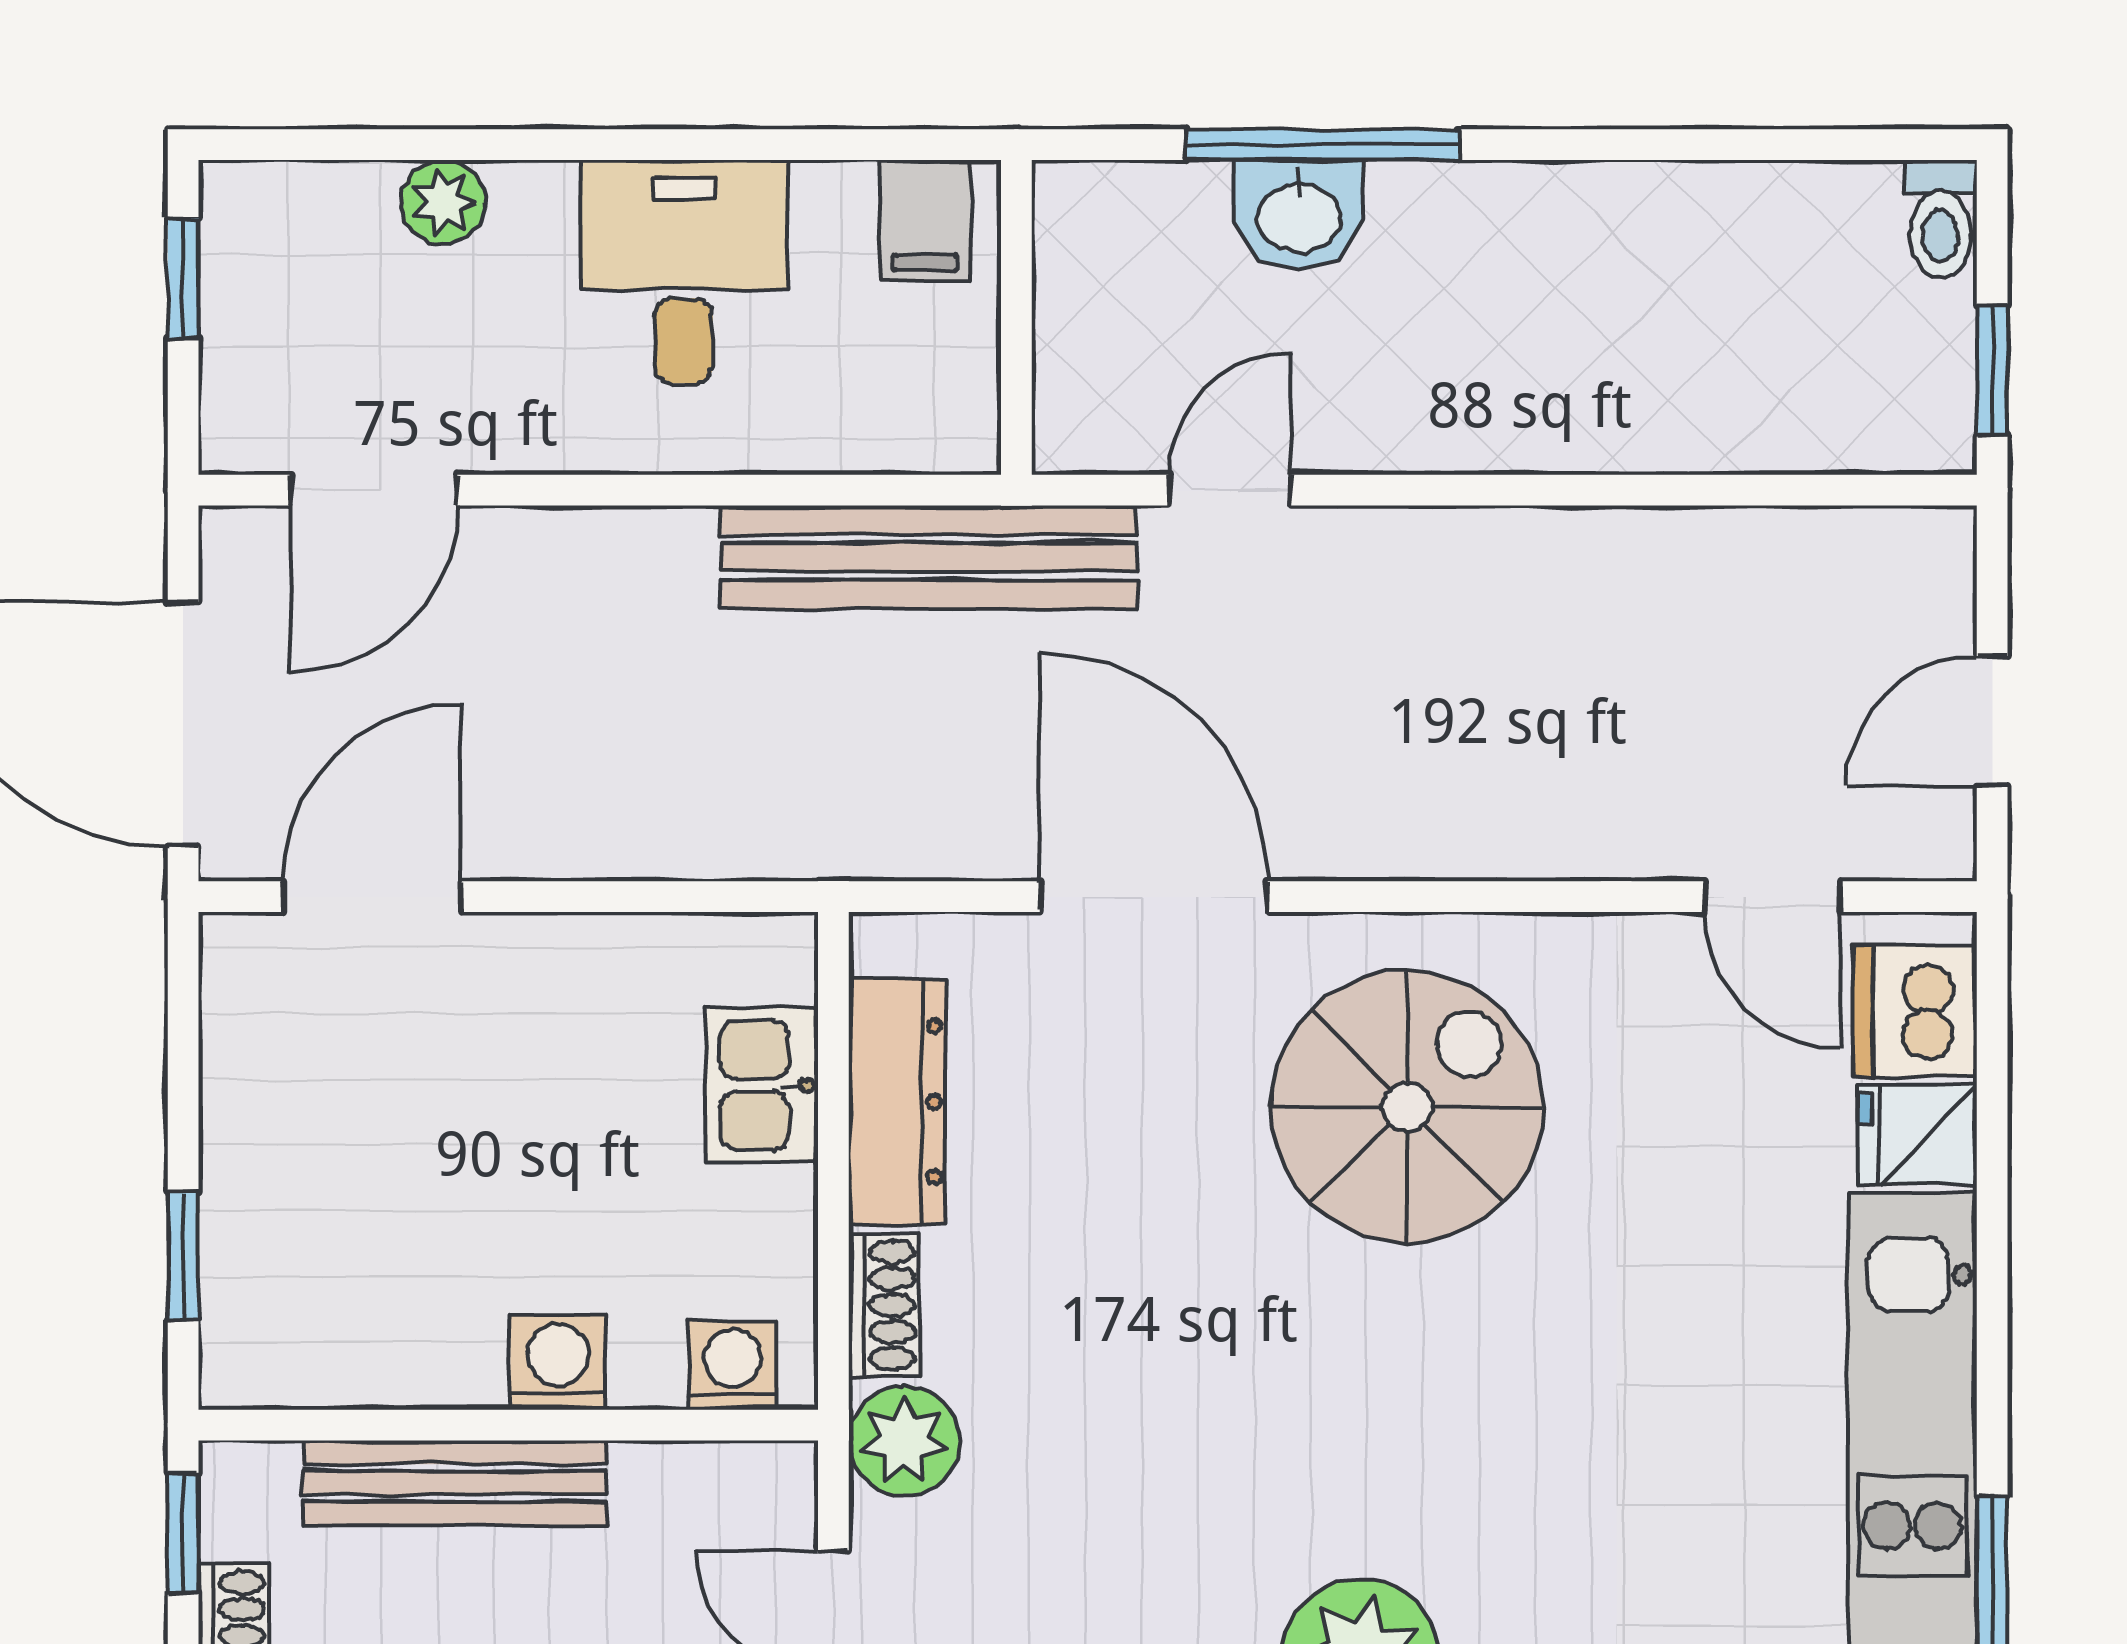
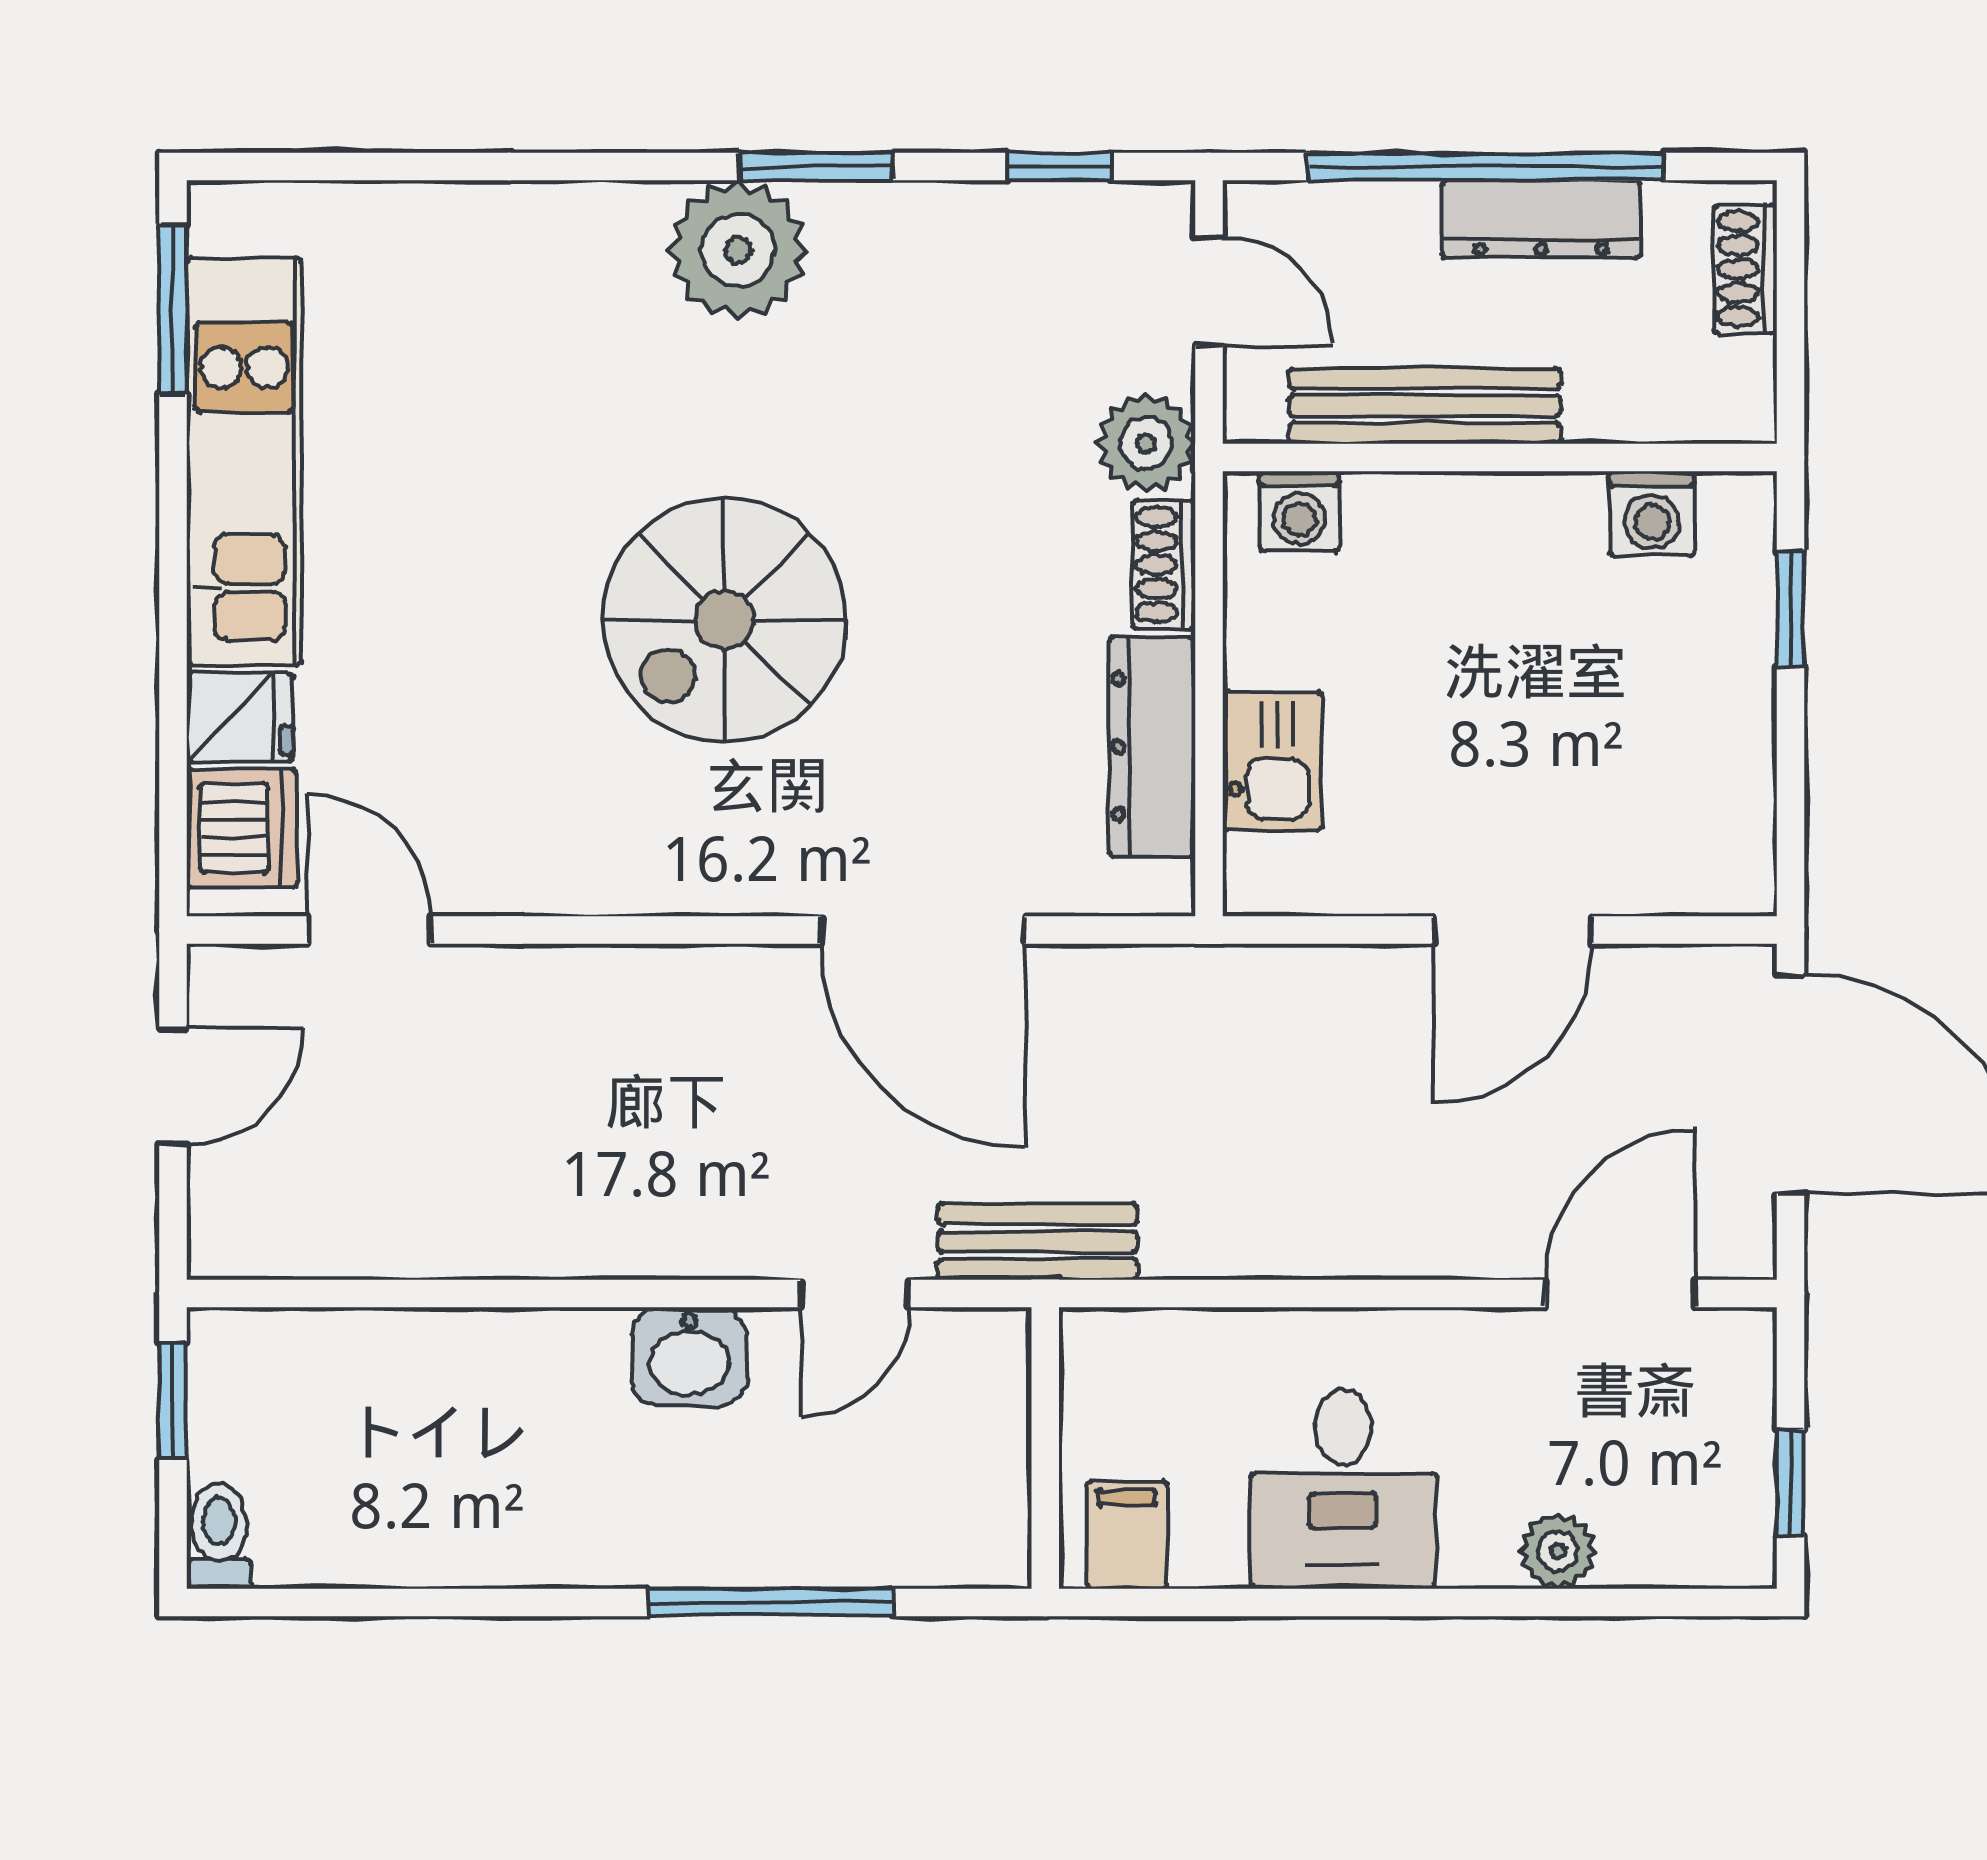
washbasin: (1299, 215) -> (689, 1356), moved, turned 180
bench: (929, 557) -> (1037, 1242), width x0.54, depth x0.82
door: (372, 897) -> (1513, 930), moved
spiral stairs: (1407, 1107) -> (724, 620), moved
washing machine: (558, 1362) -> (1652, 514), moved
bench: (455, 1483) -> (1425, 406), moved
window: (183, 1533) -> (1790, 361), removed

